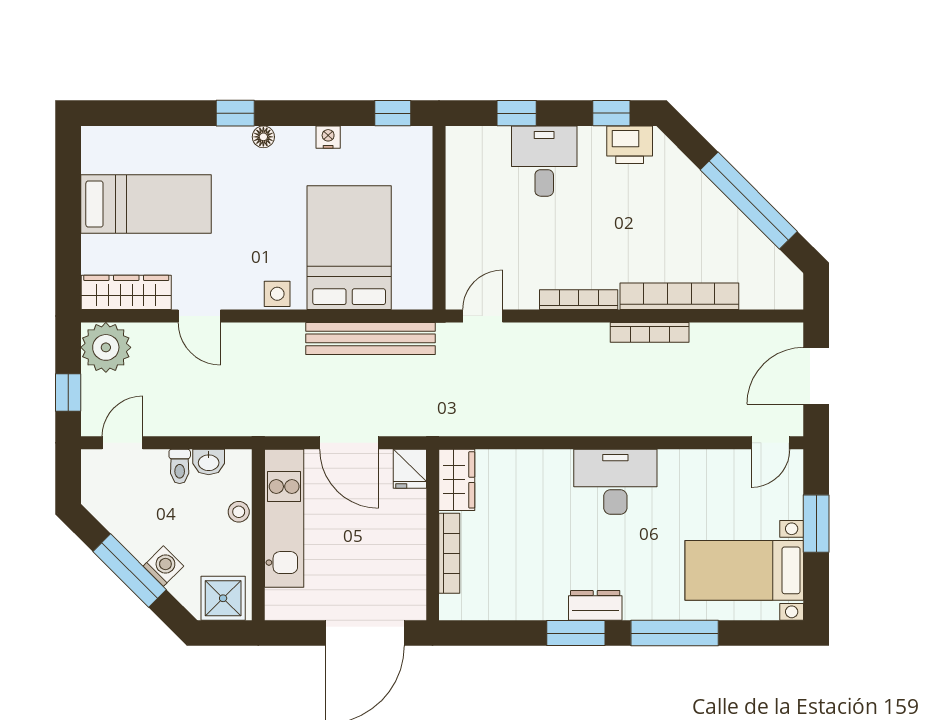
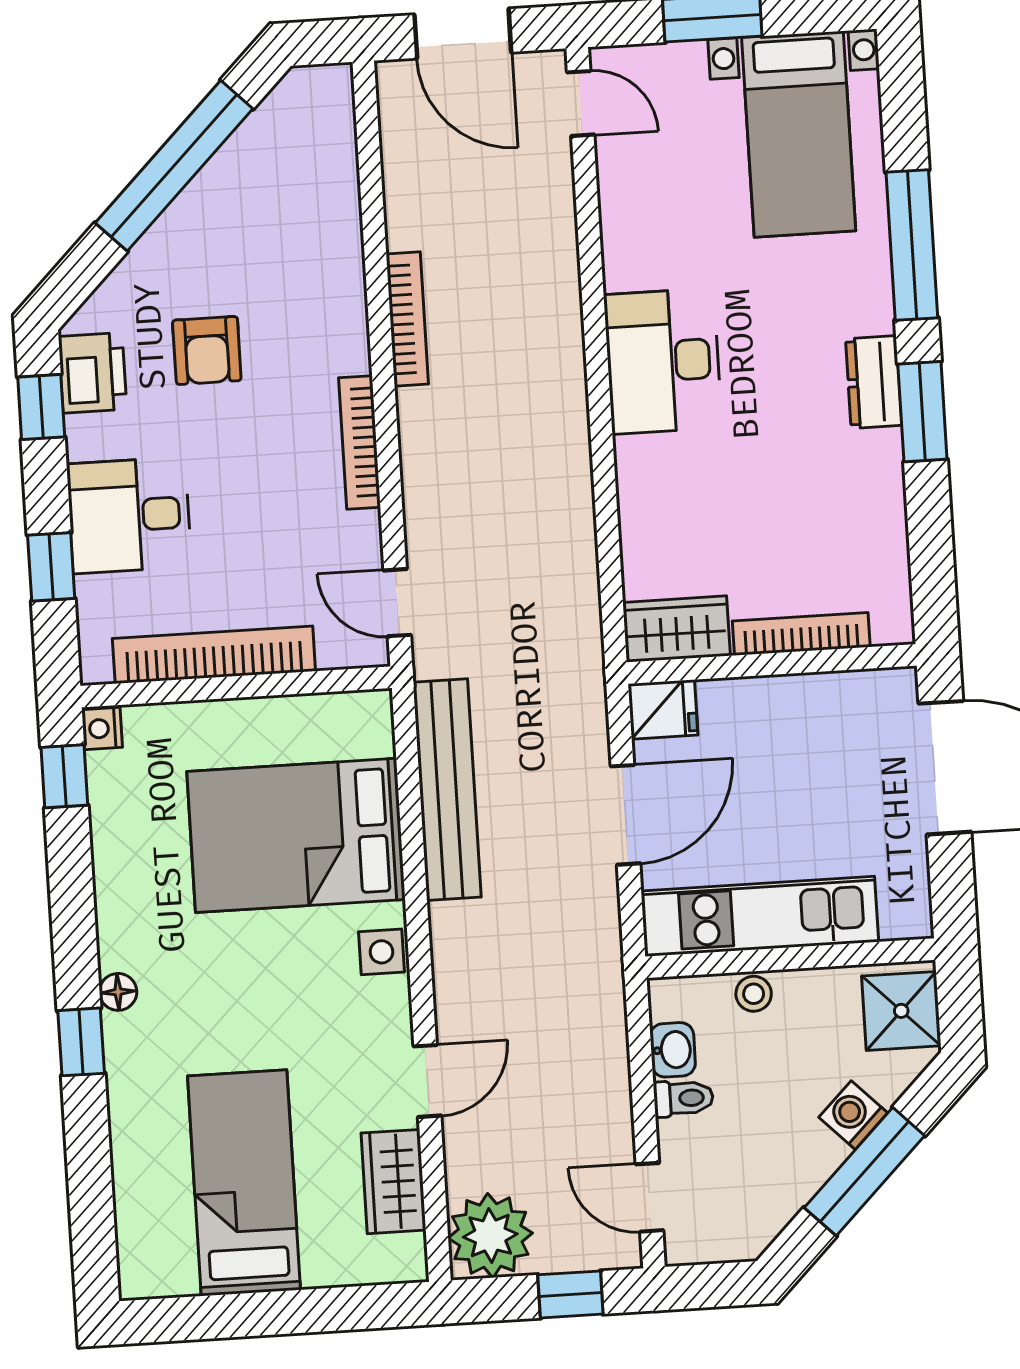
nightstand: (328, 137) -> (102, 728), moved
armchair: (639, 213) -> (207, 350), added
wardrobe: (126, 292) -> (394, 1182), width x0.67
bookcase: (679, 296) -> (214, 655), moved, turned 90

